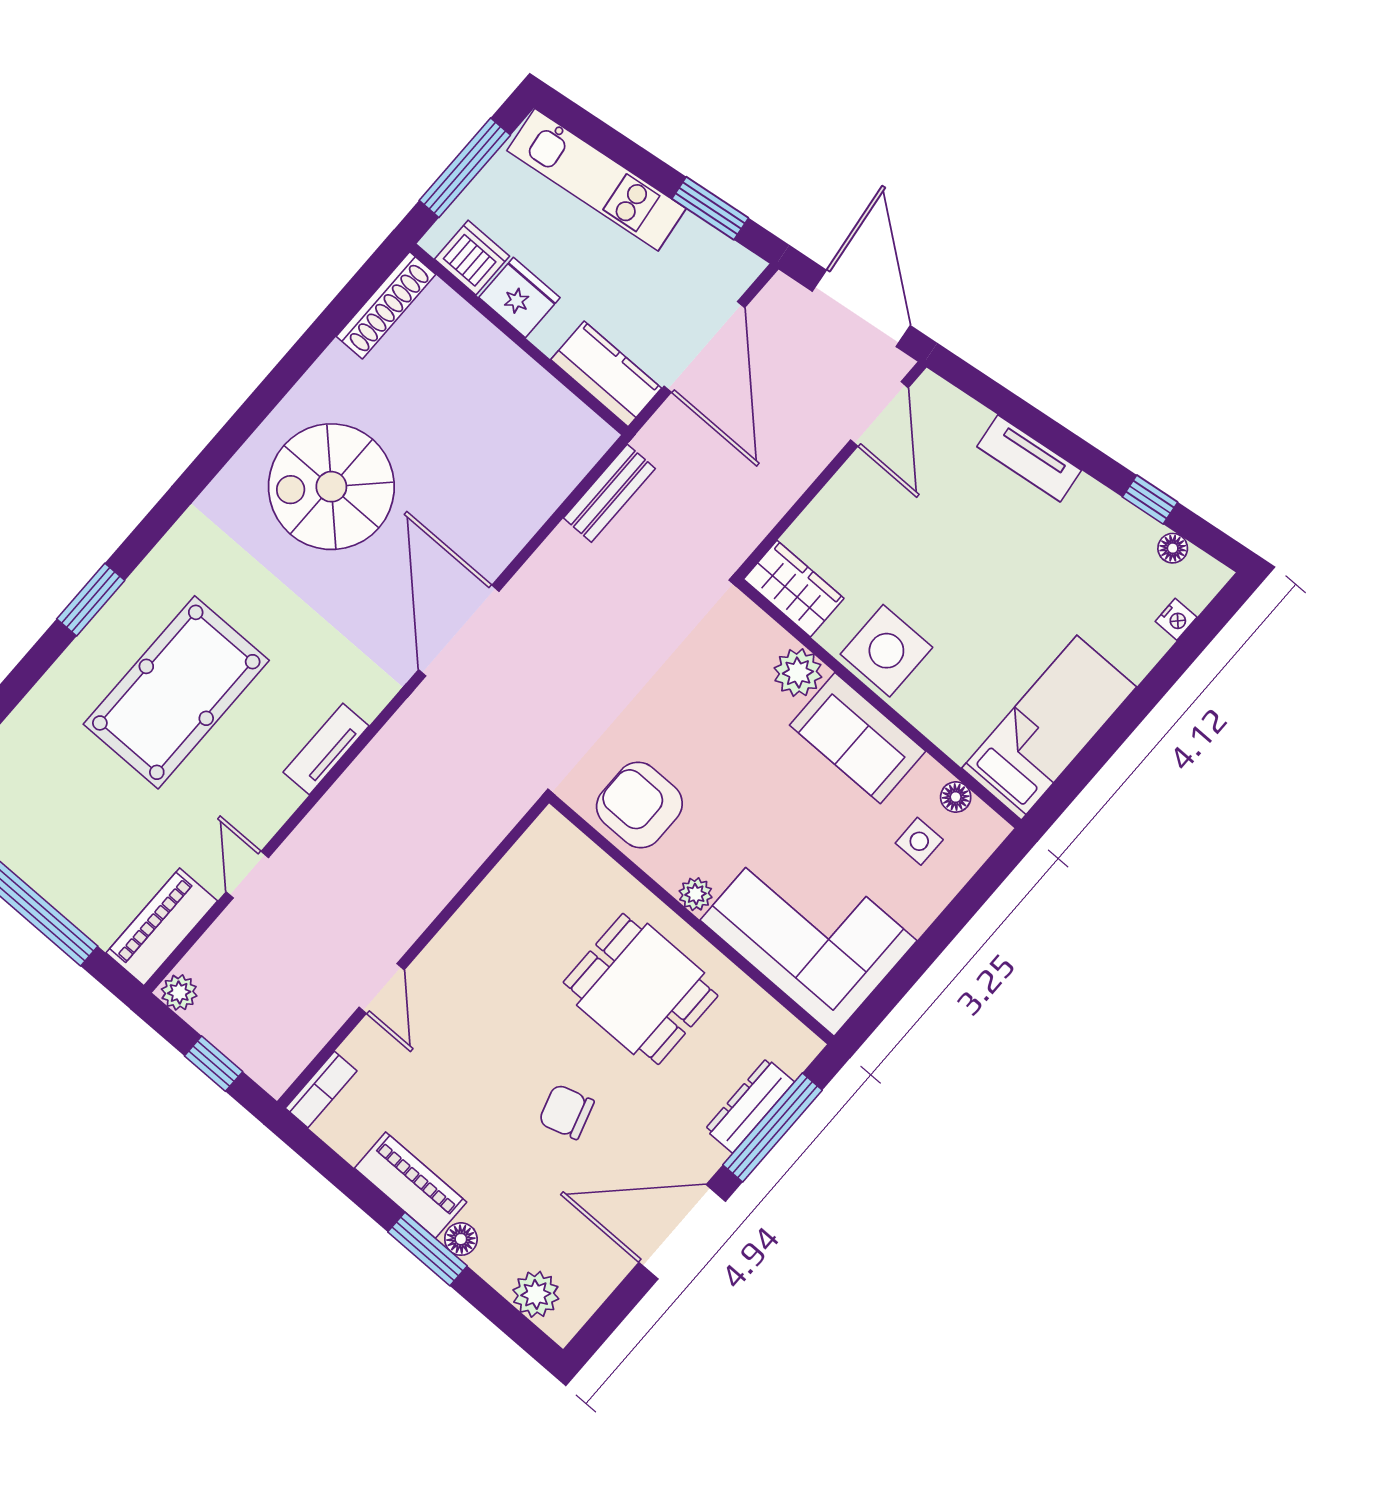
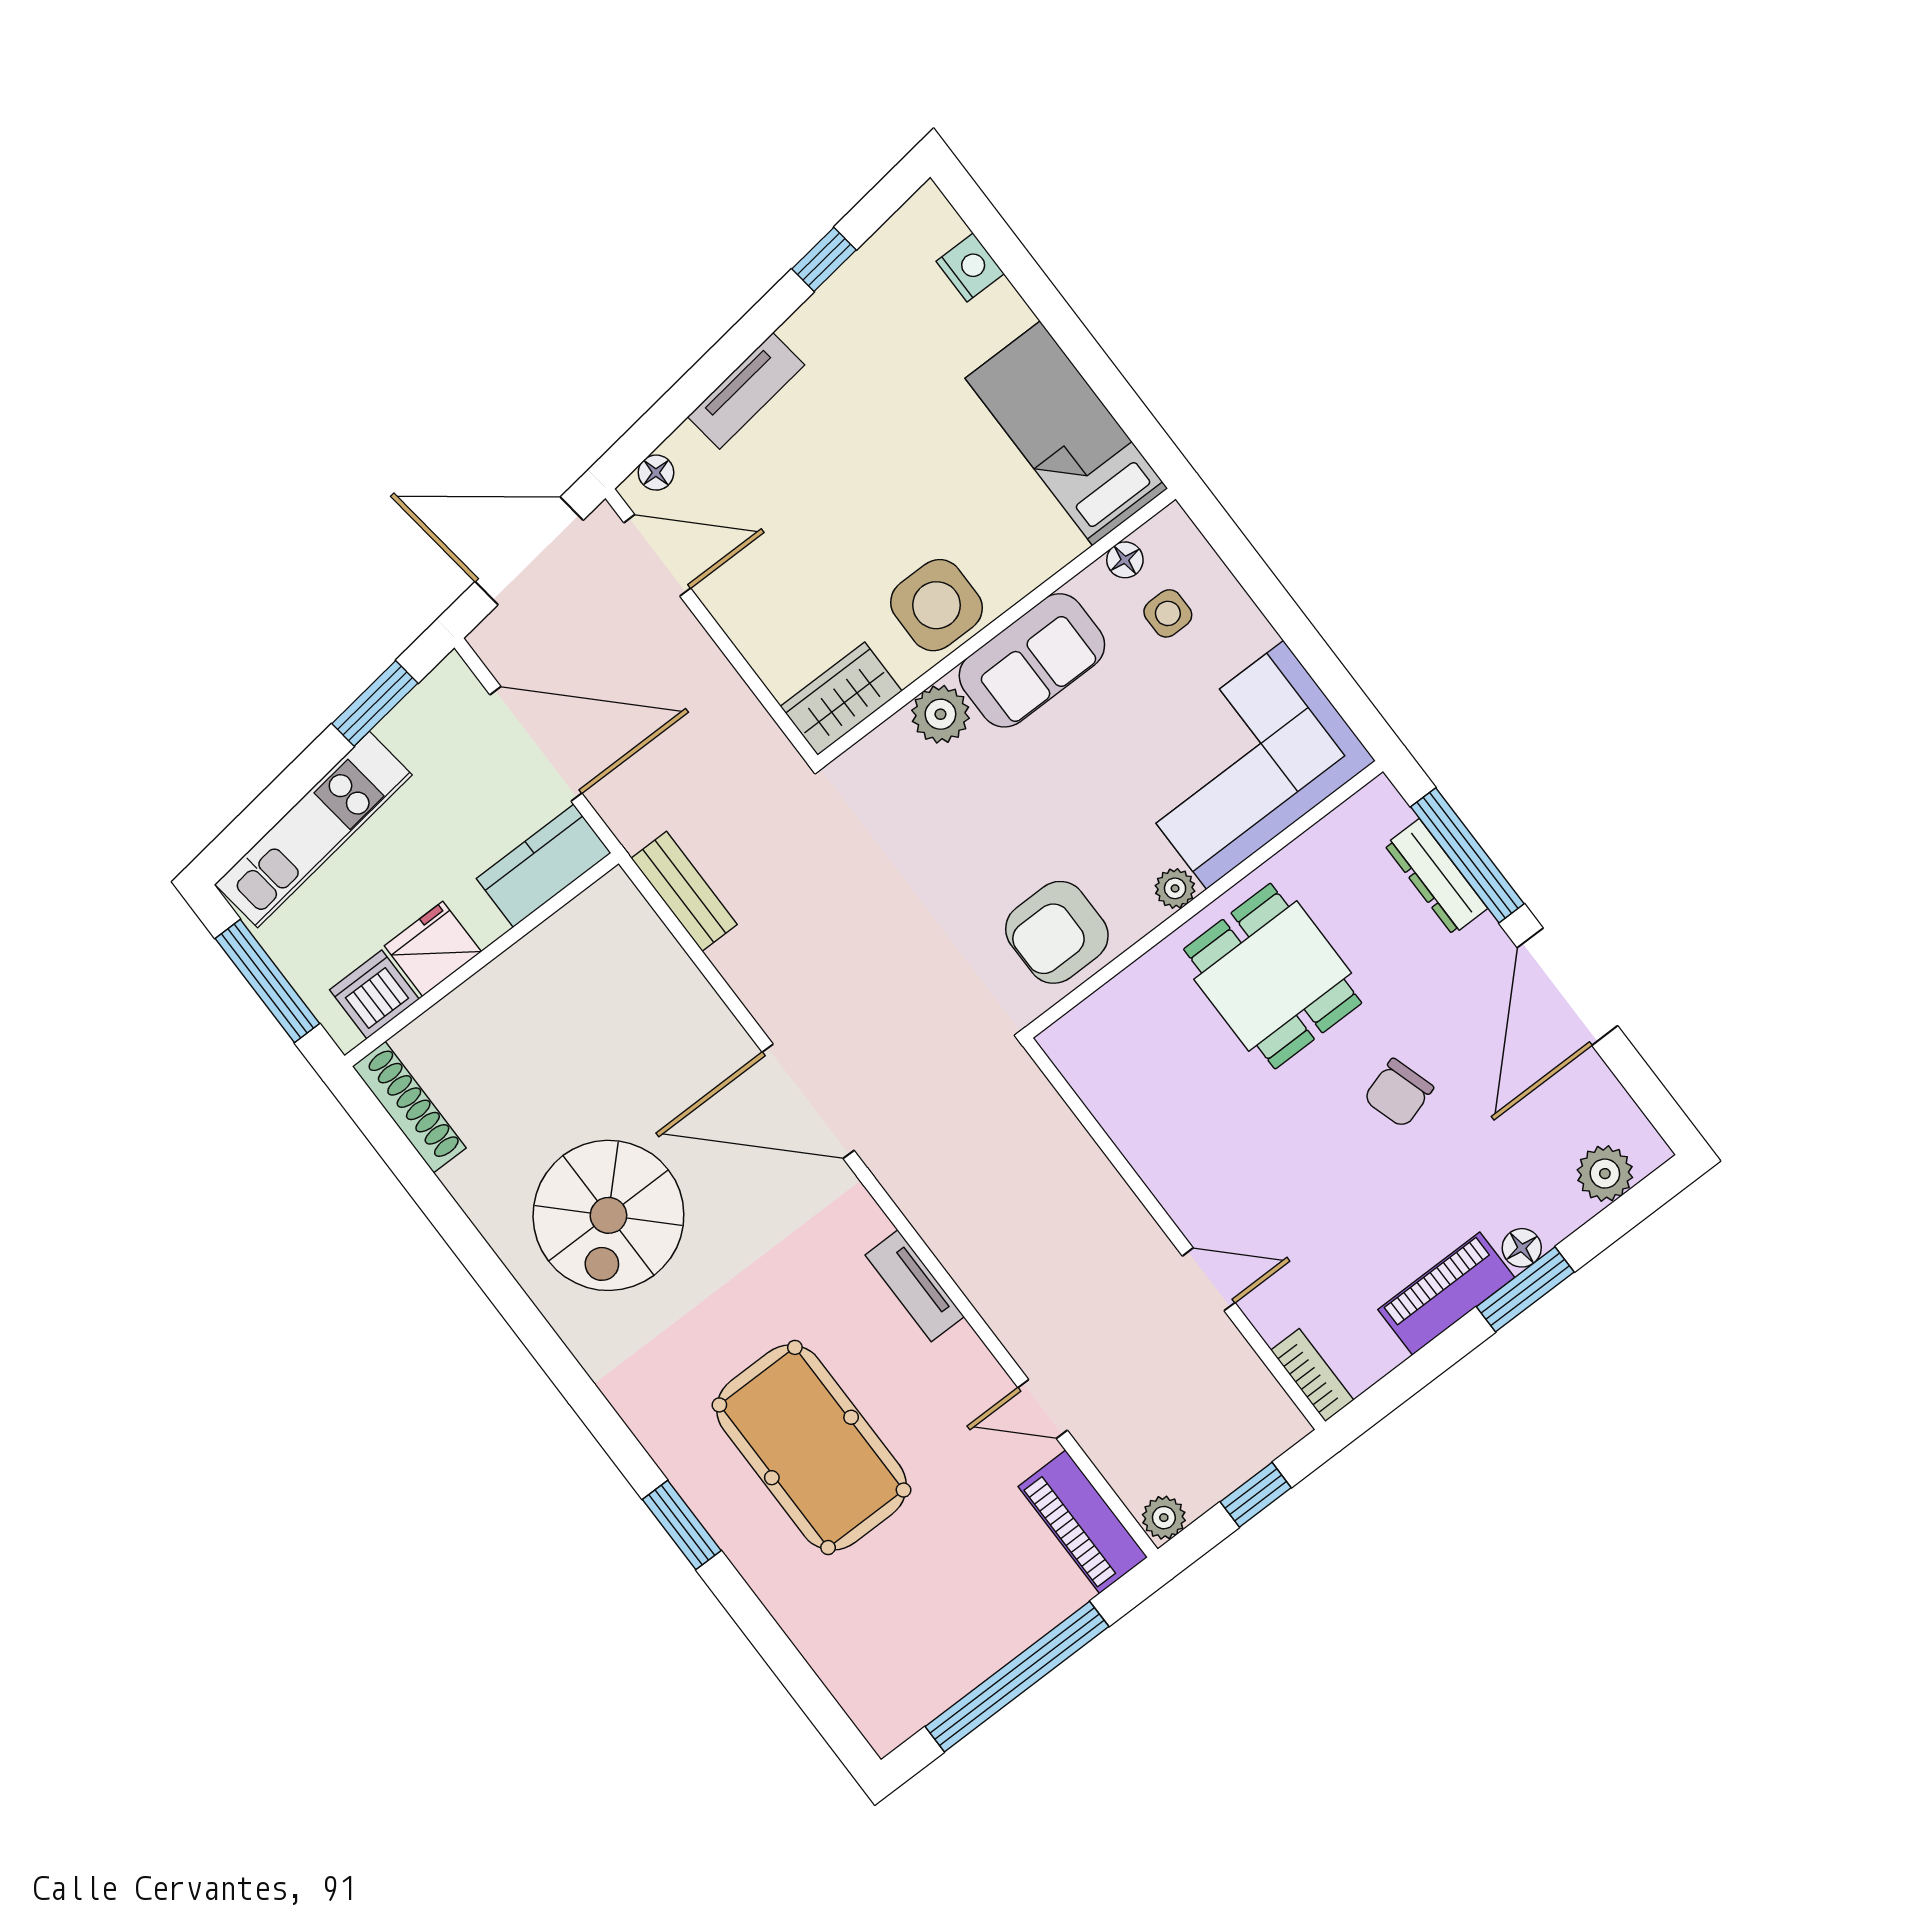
floor lamp: (1173, 548) -> (656, 473), moved
nightstand: (1176, 619) -> (970, 268), width x1.39, depth x1.35
dining table: (641, 989) -> (1273, 976), turned 90

